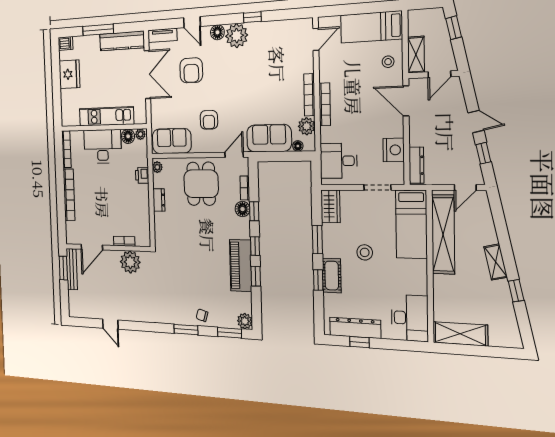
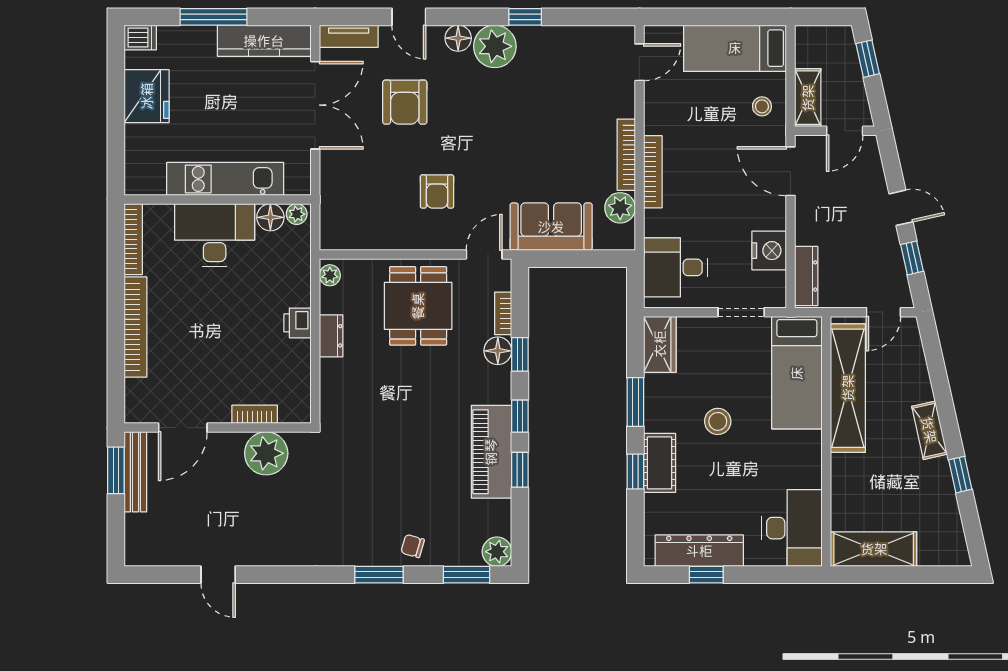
sofa: (172, 141) -> (361, 228), removed
floor lamp: (298, 146) -> (604, 241), removed
printer: (142, 175) -> (297, 323), moved

